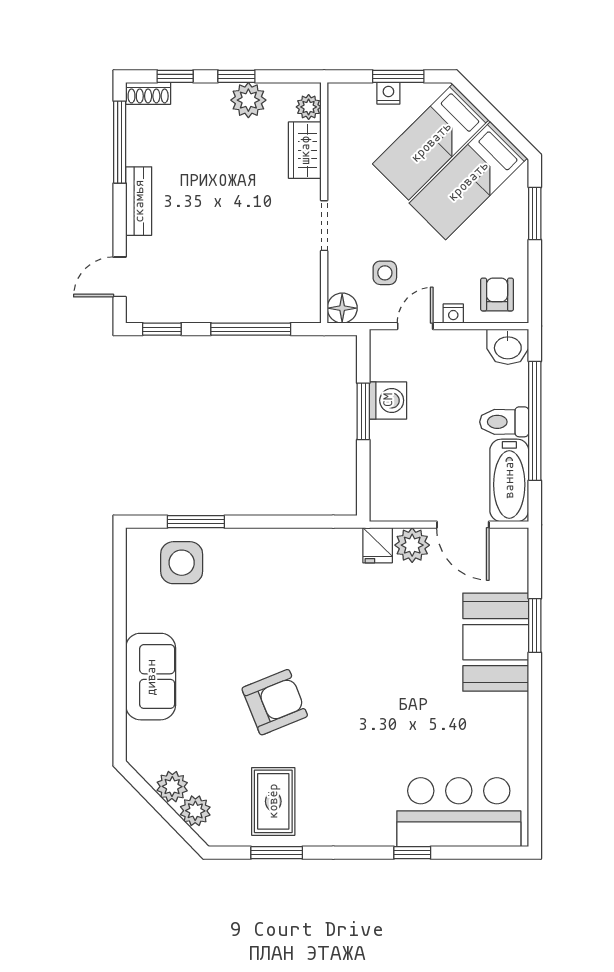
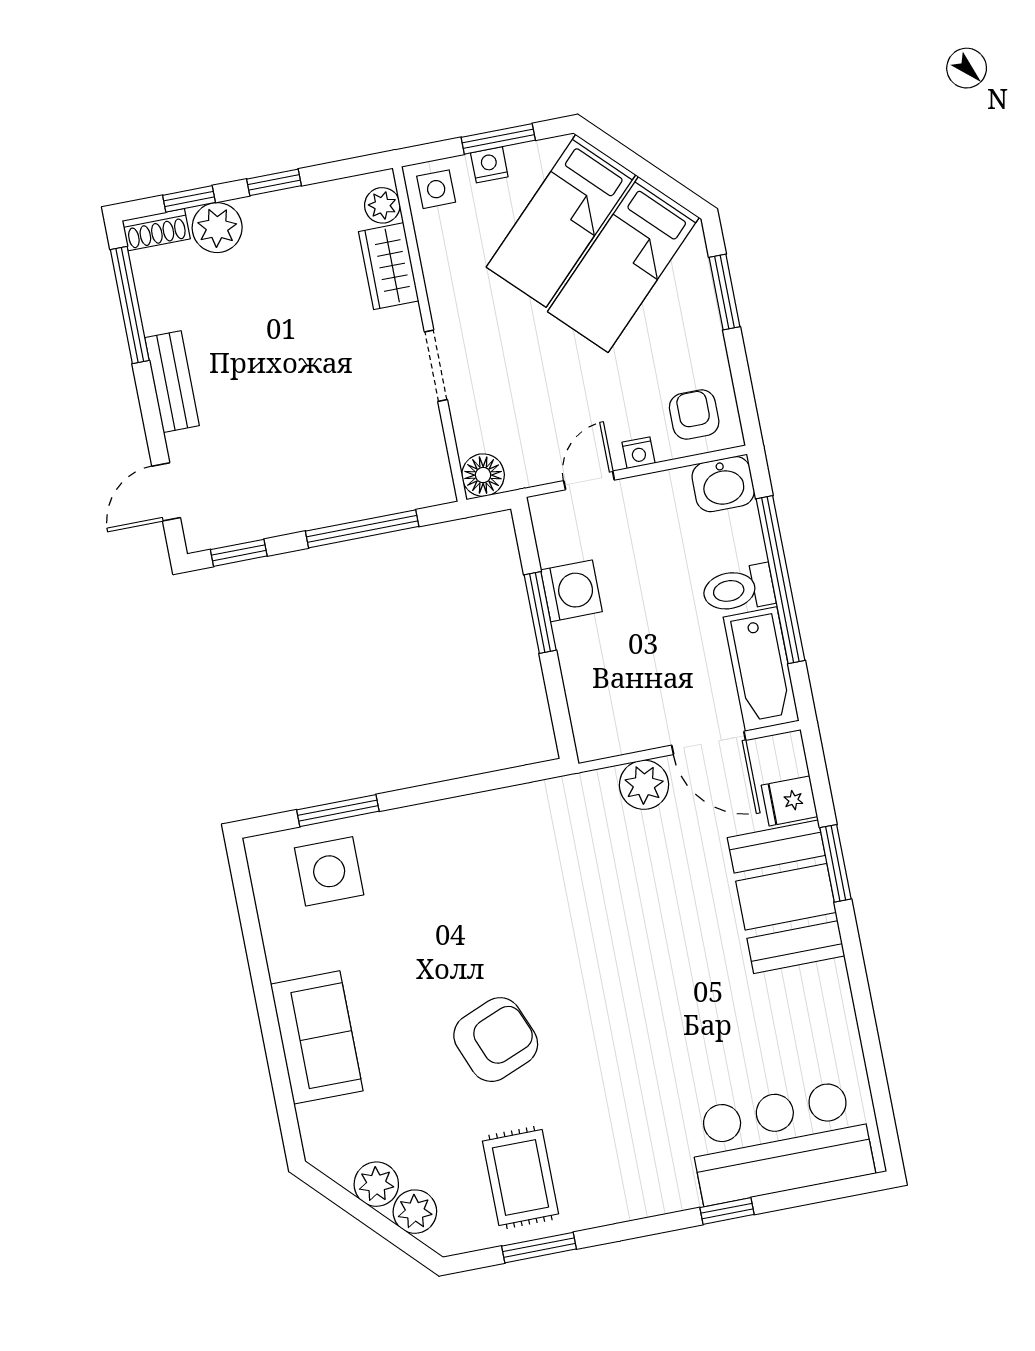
plant: (248, 100) -> (217, 228), moved
side table: (385, 273) -> (436, 189), moved
fridge: (378, 545) -> (790, 801), moved, turned 90

